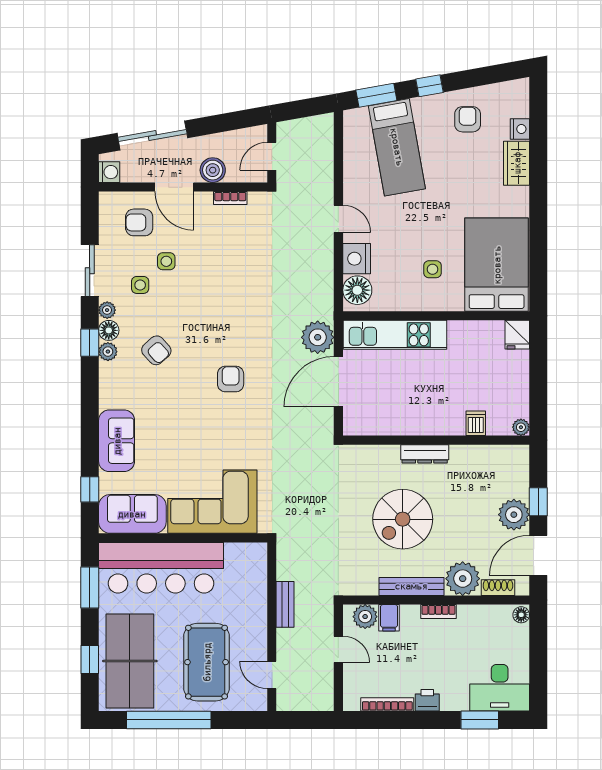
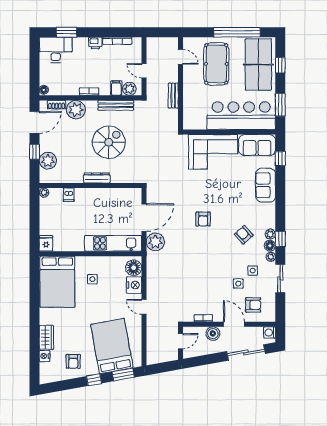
bed: (397, 147) -> (112, 346), width x1.50
plant: (514, 515) -> (48, 161), moved
bench: (411, 586) -> (116, 105), moved

